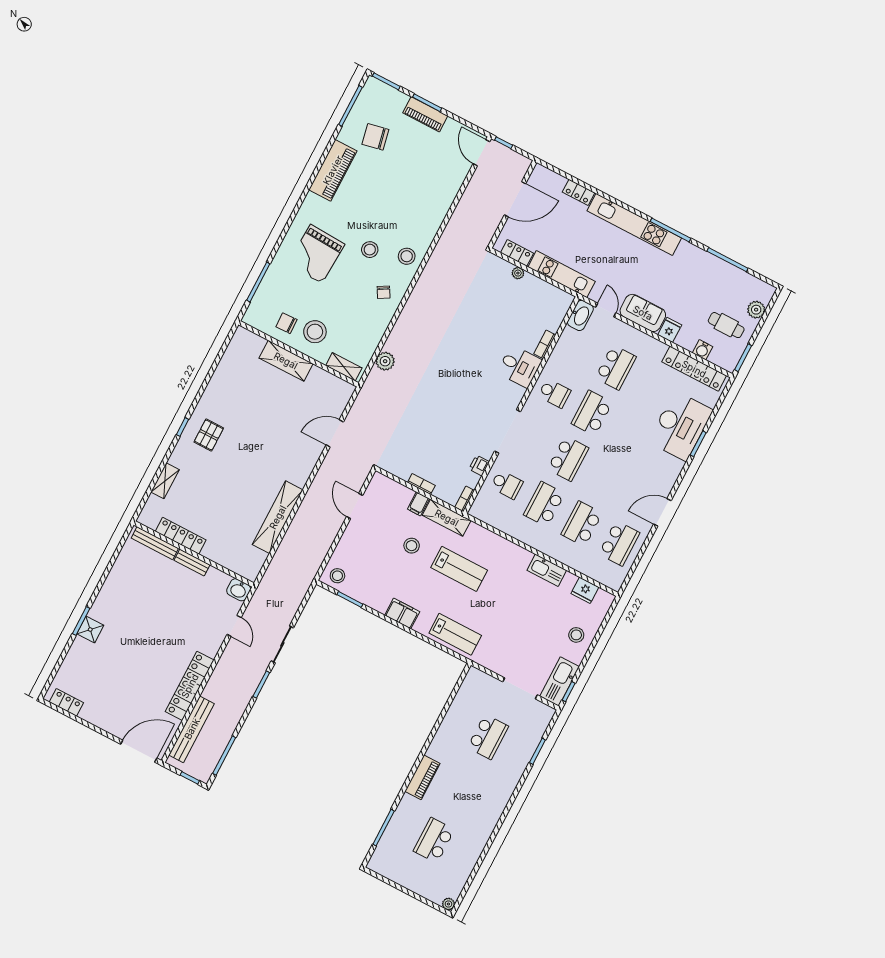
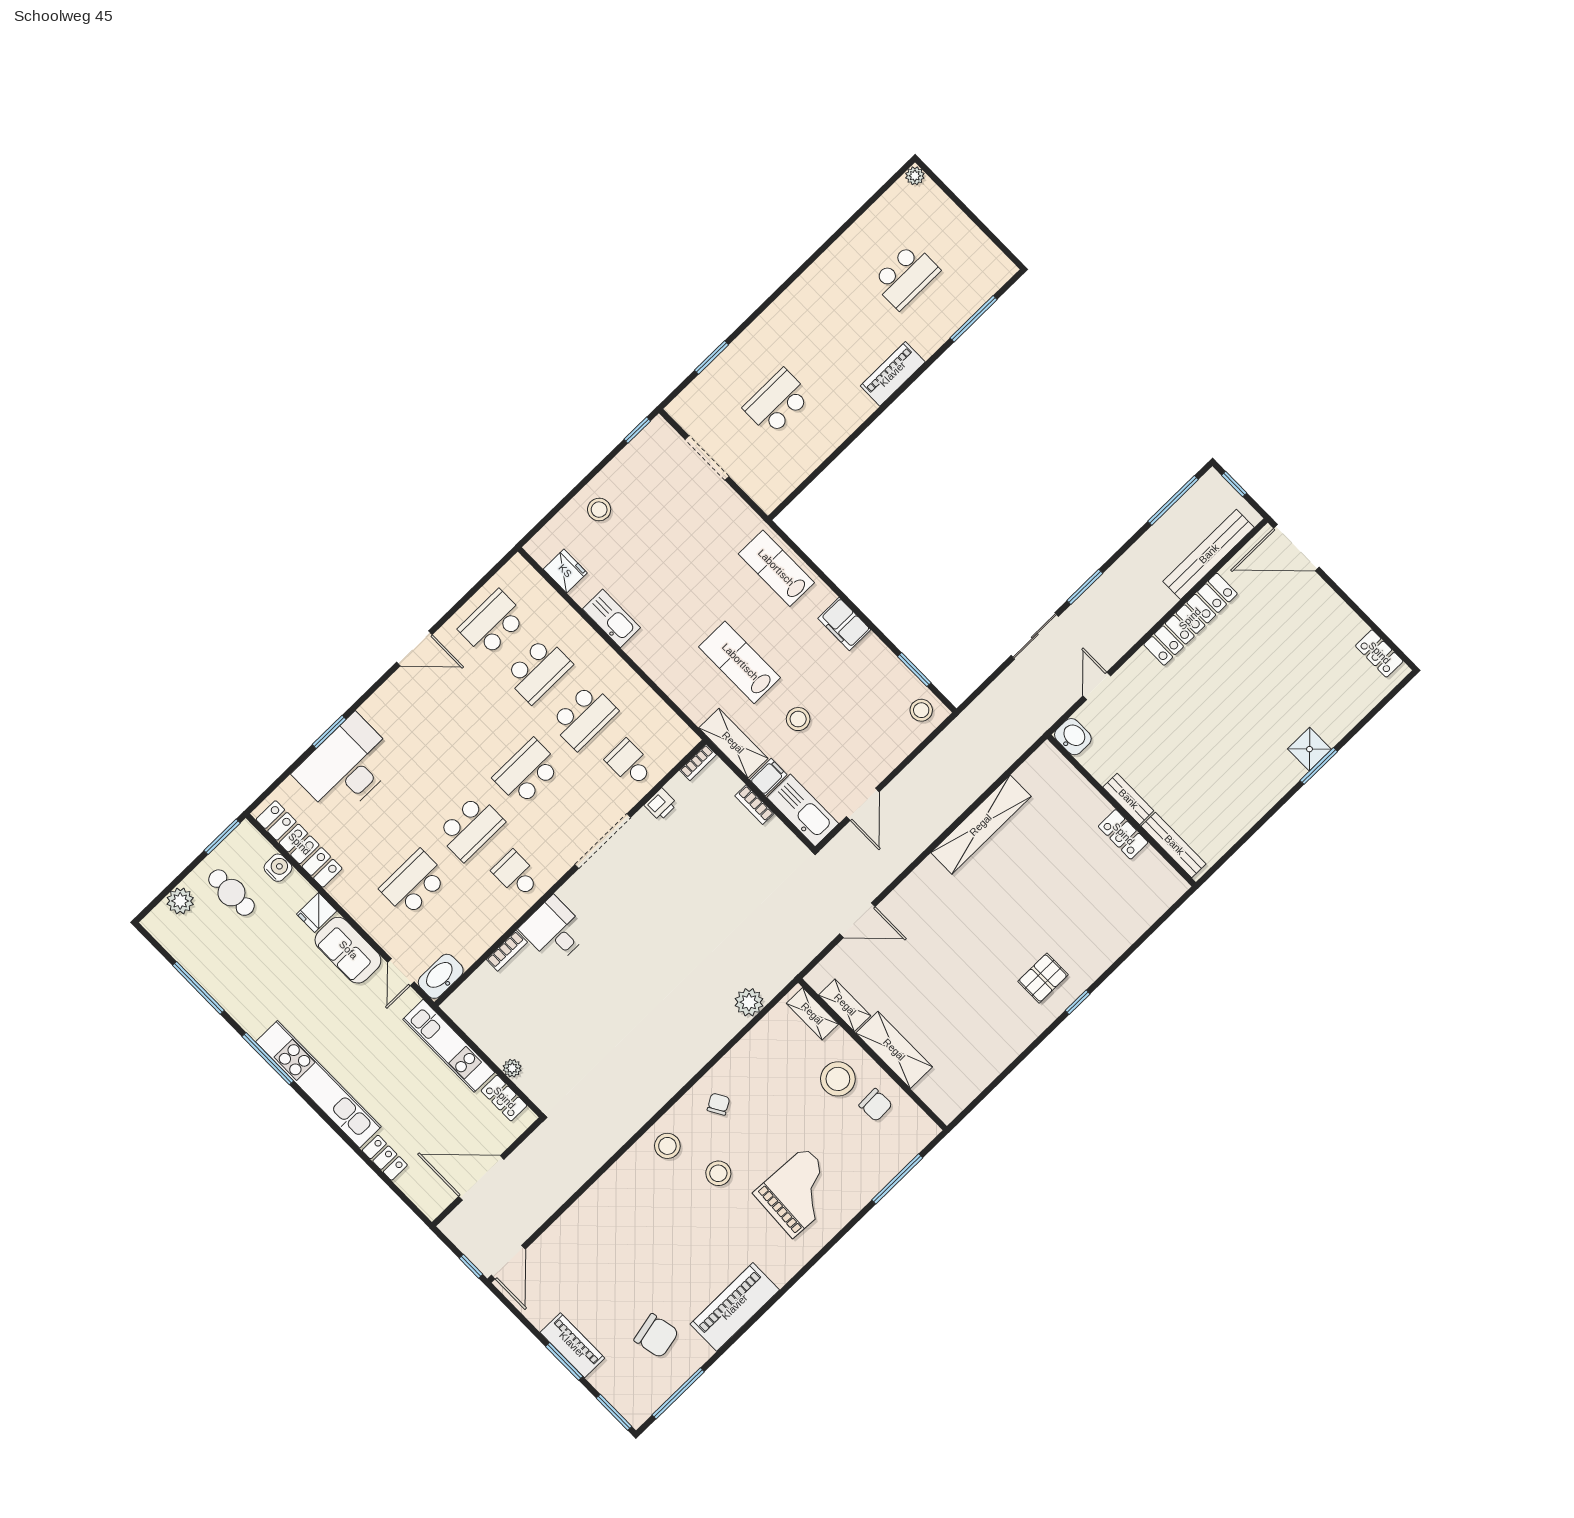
shelving: (165, 481) -> (845, 1005), moved, turned 90
locker: (181, 536) -> (1123, 834), width x0.66
kitchen sink: (560, 681) -> (803, 810), moved, turned -90

